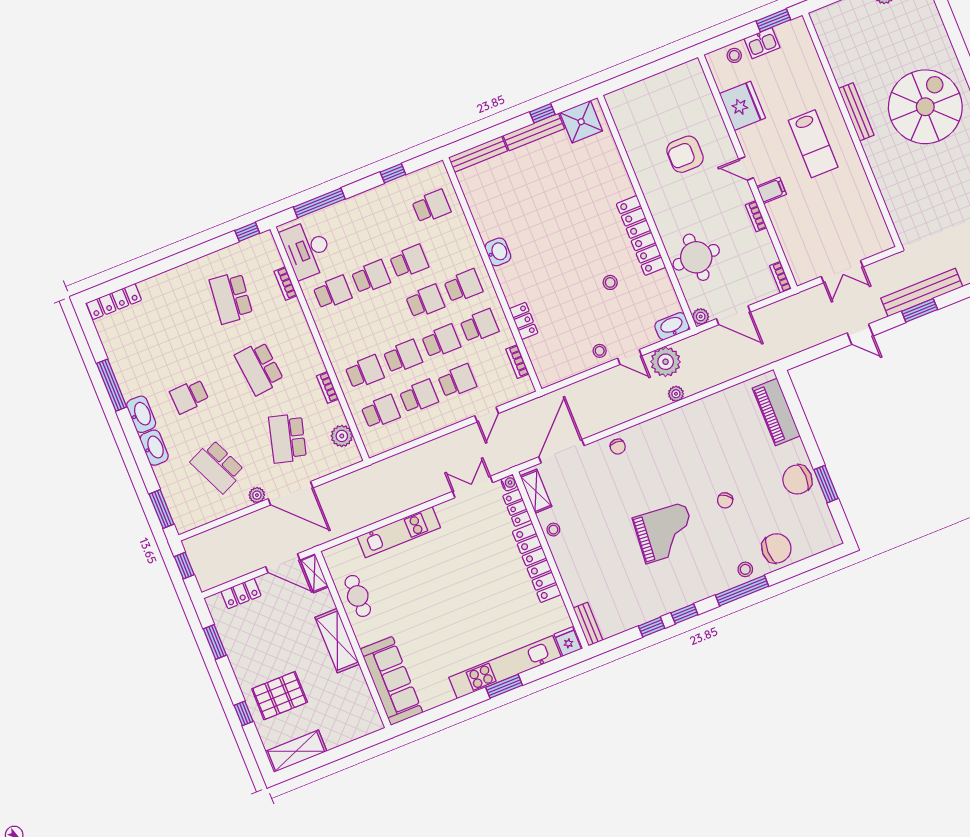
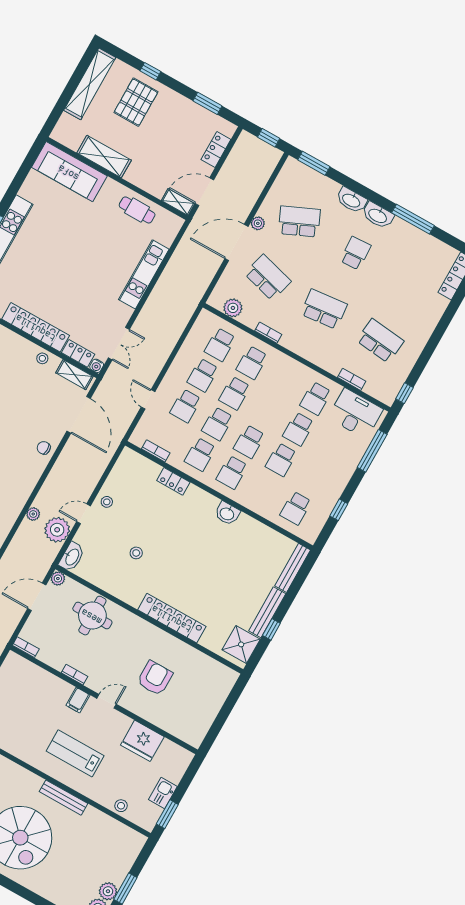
stool: (734, 55) -> (121, 806), moved
locker: (641, 236) -> (172, 618), moved
shelving: (337, 641) -> (104, 157), moved
shelving: (296, 751) -> (90, 84), width x1.47

